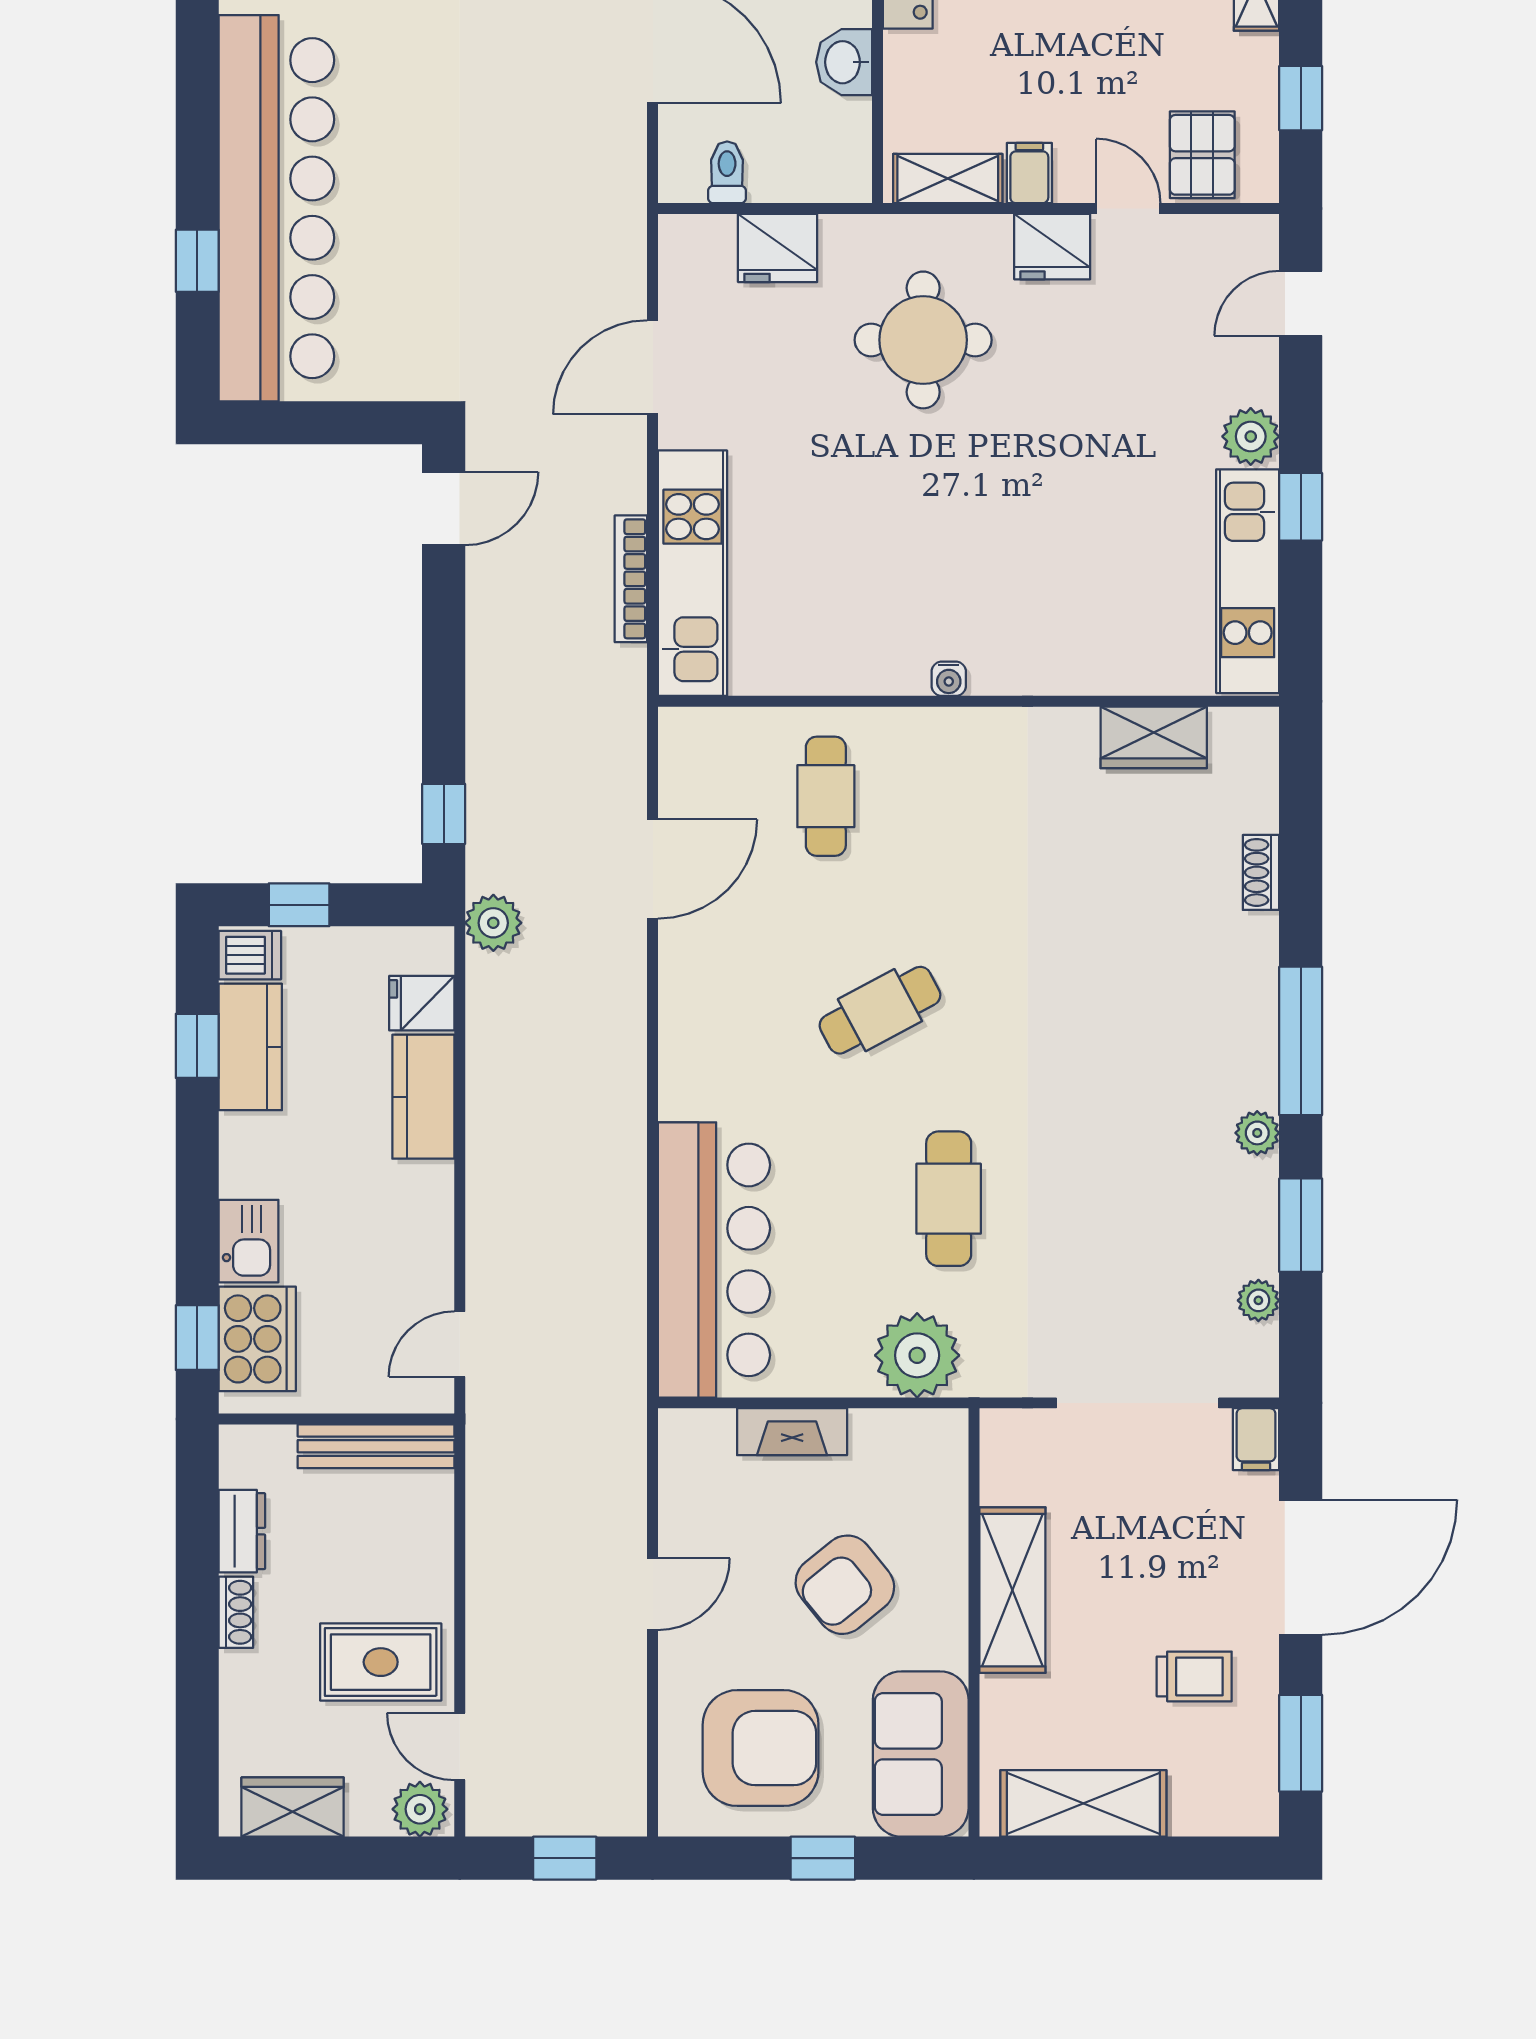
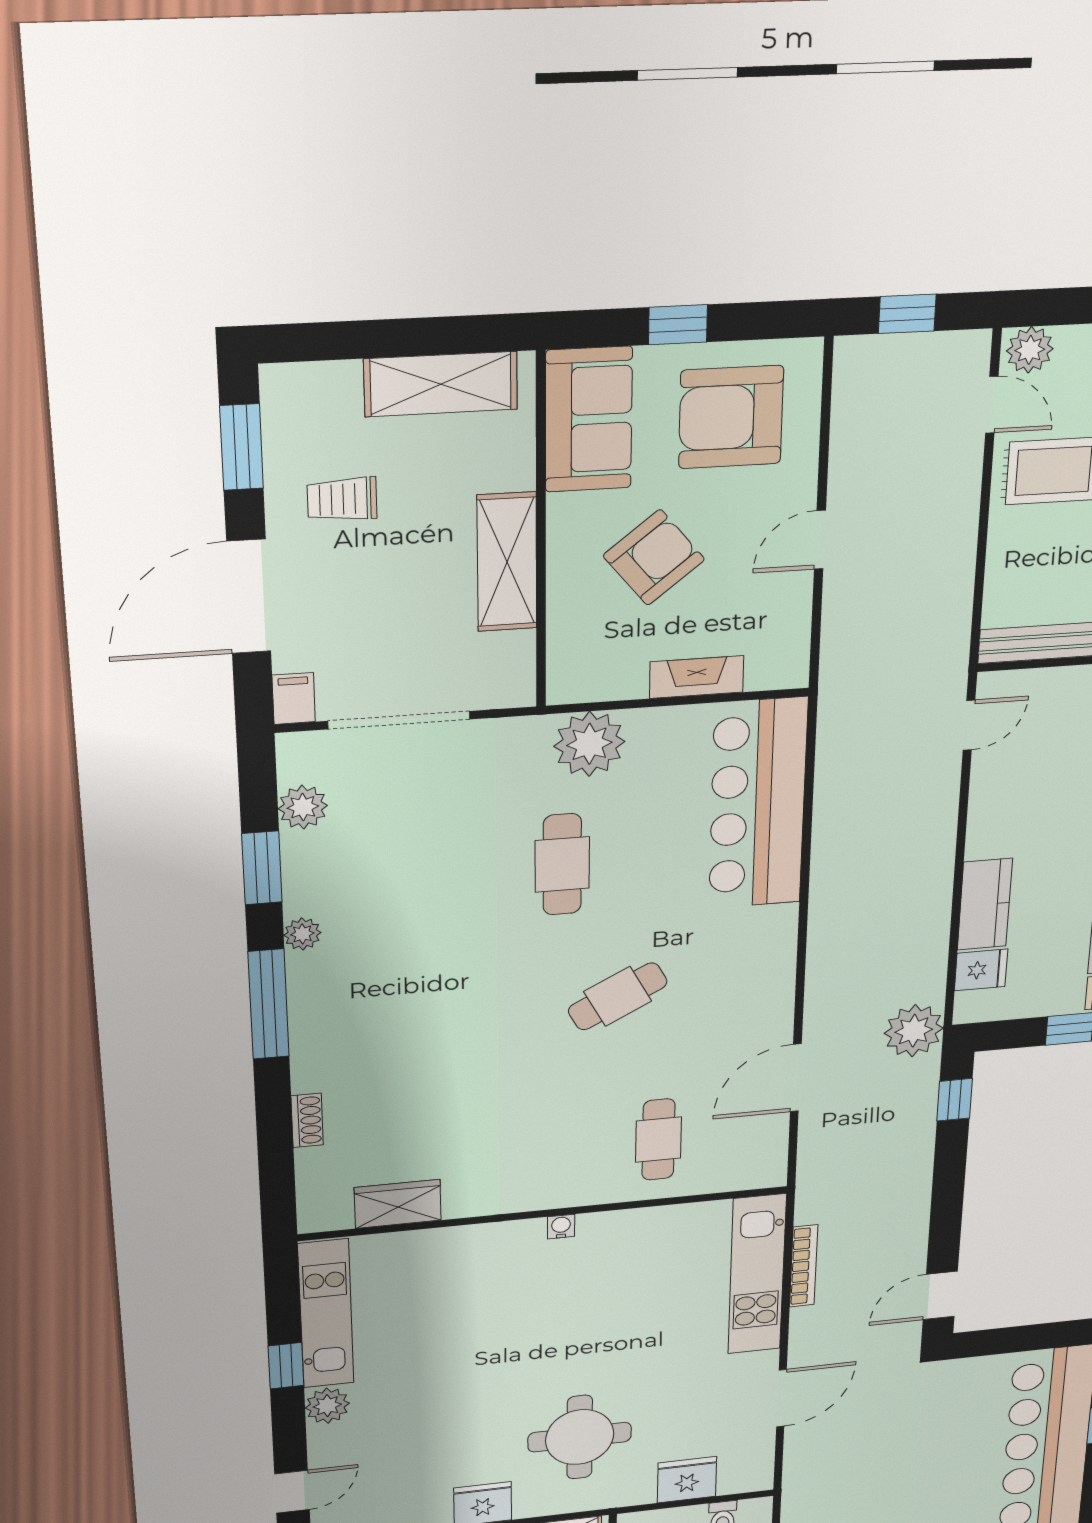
plant: (493, 923) -> (914, 1031), width x1.36, depth x1.36
plant: (1258, 1300) -> (303, 807), width x1.38, depth x1.38

